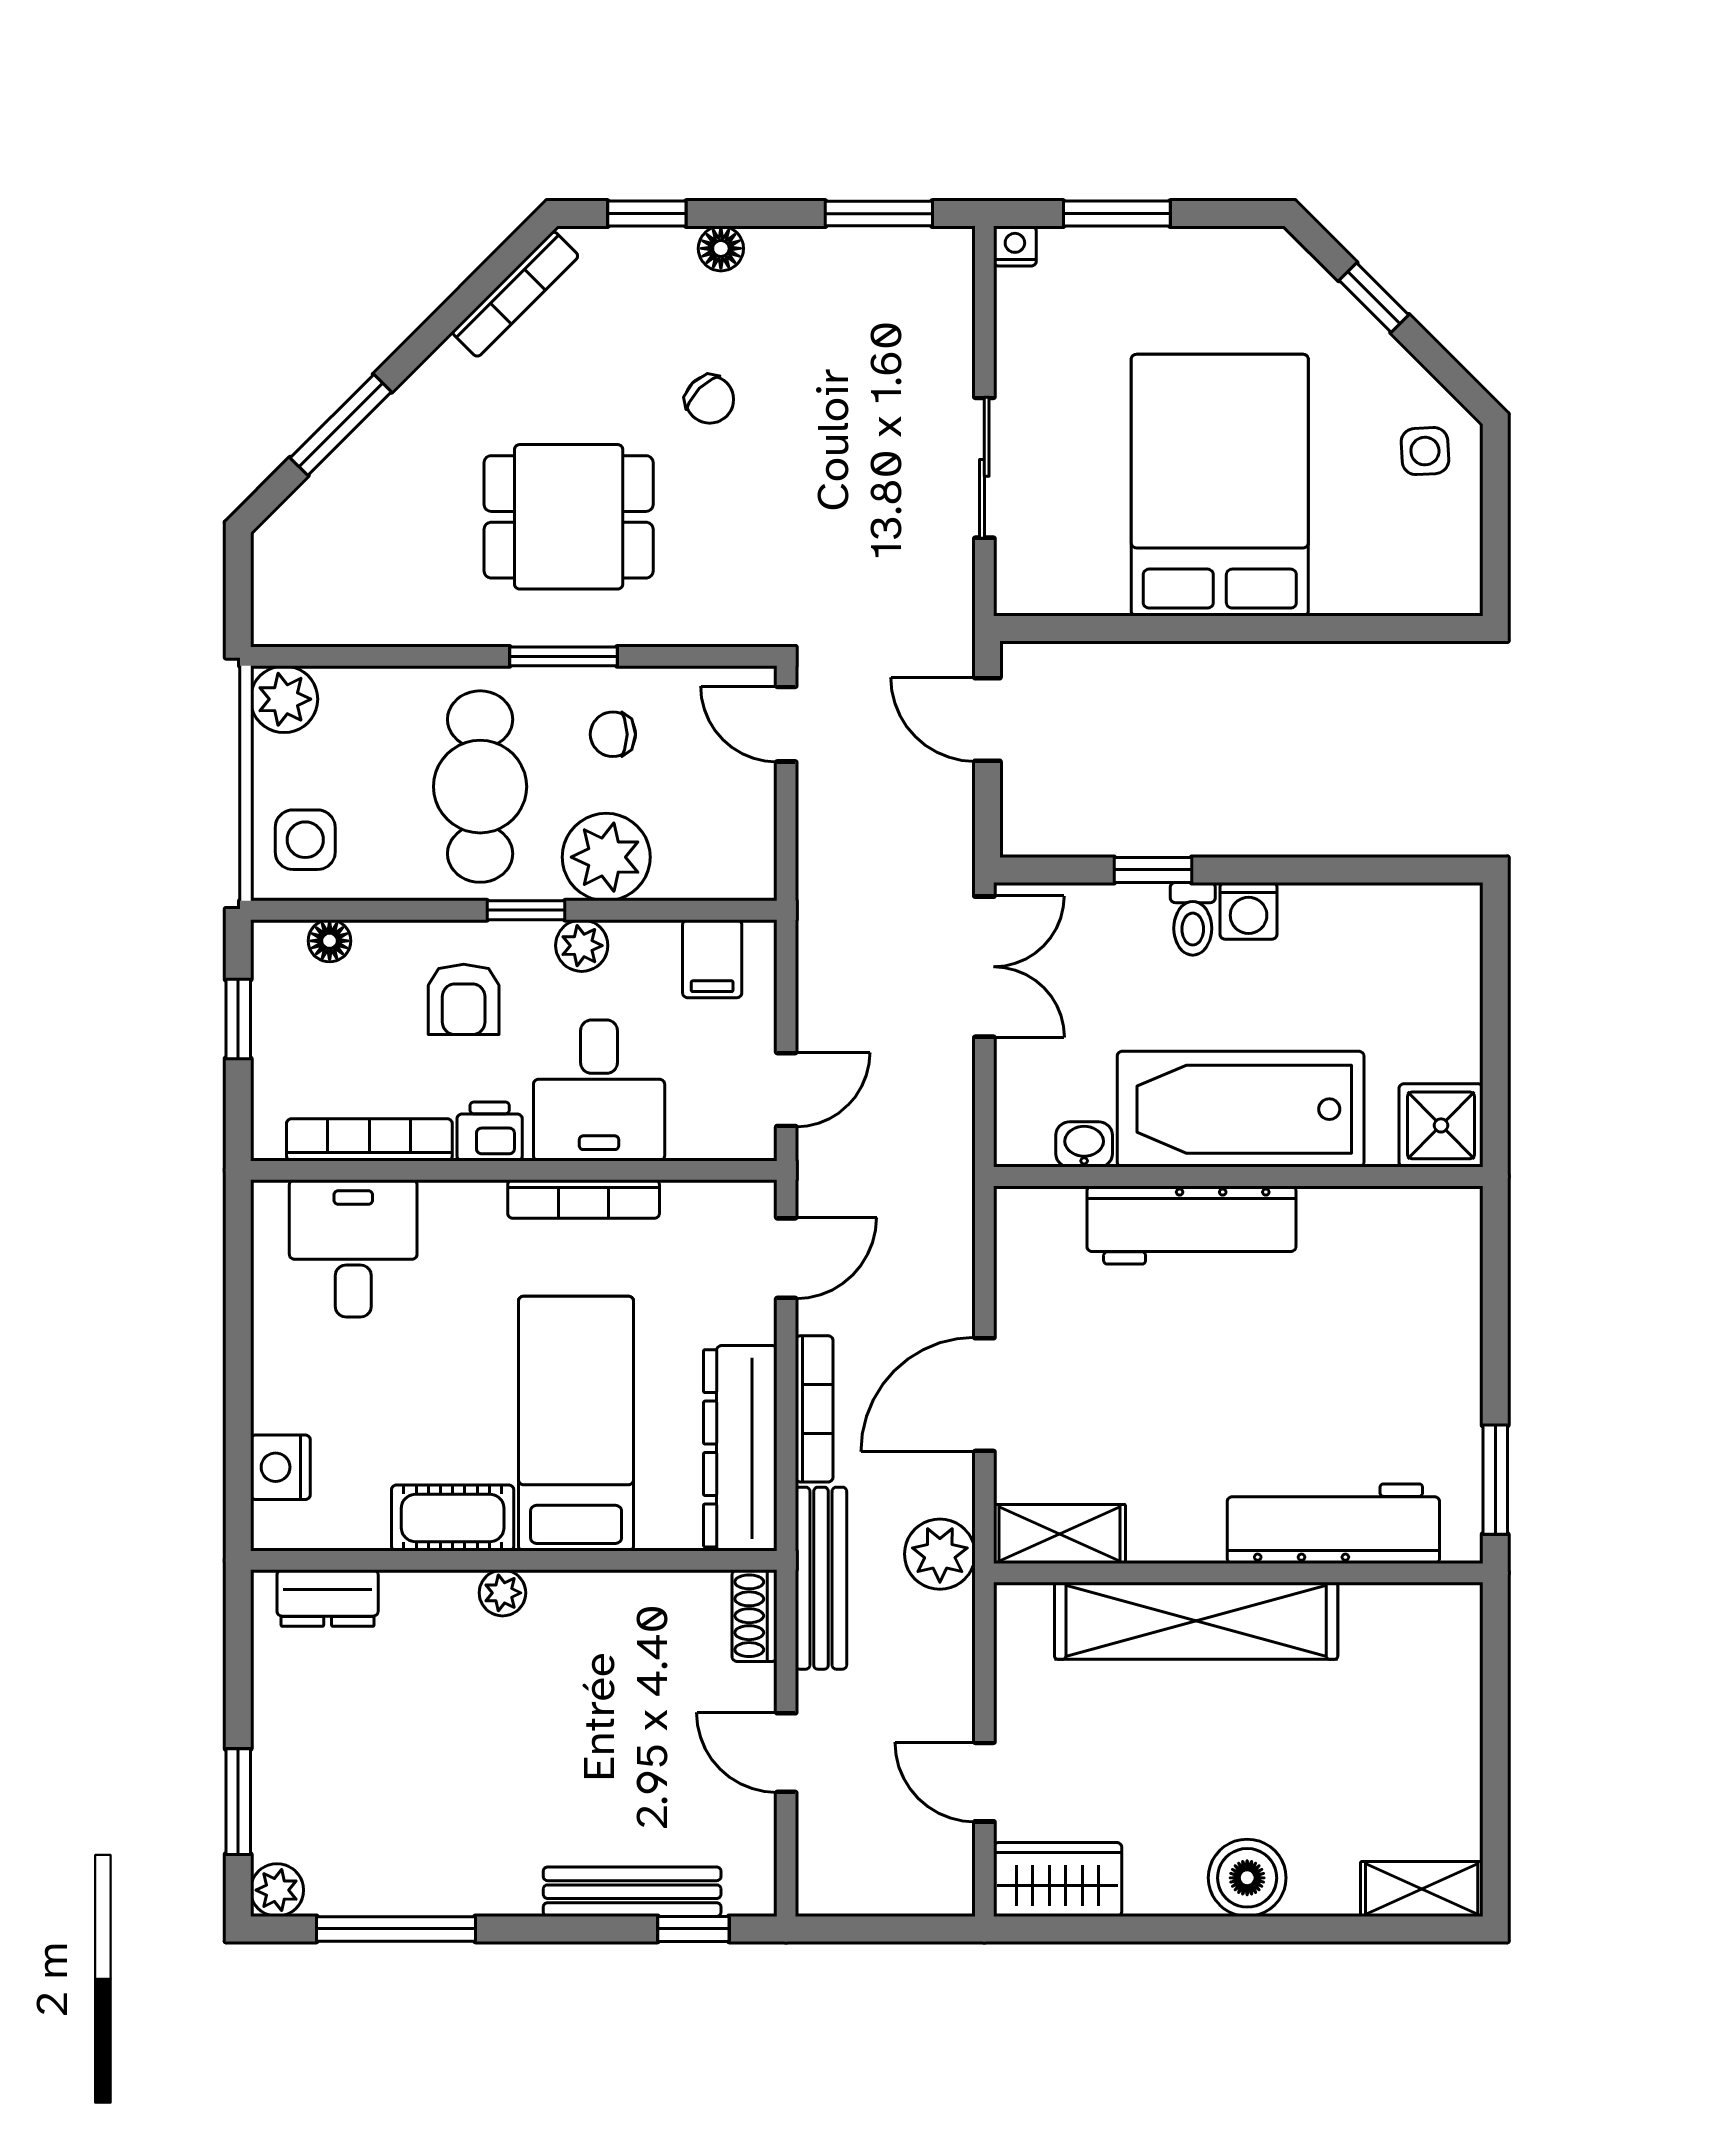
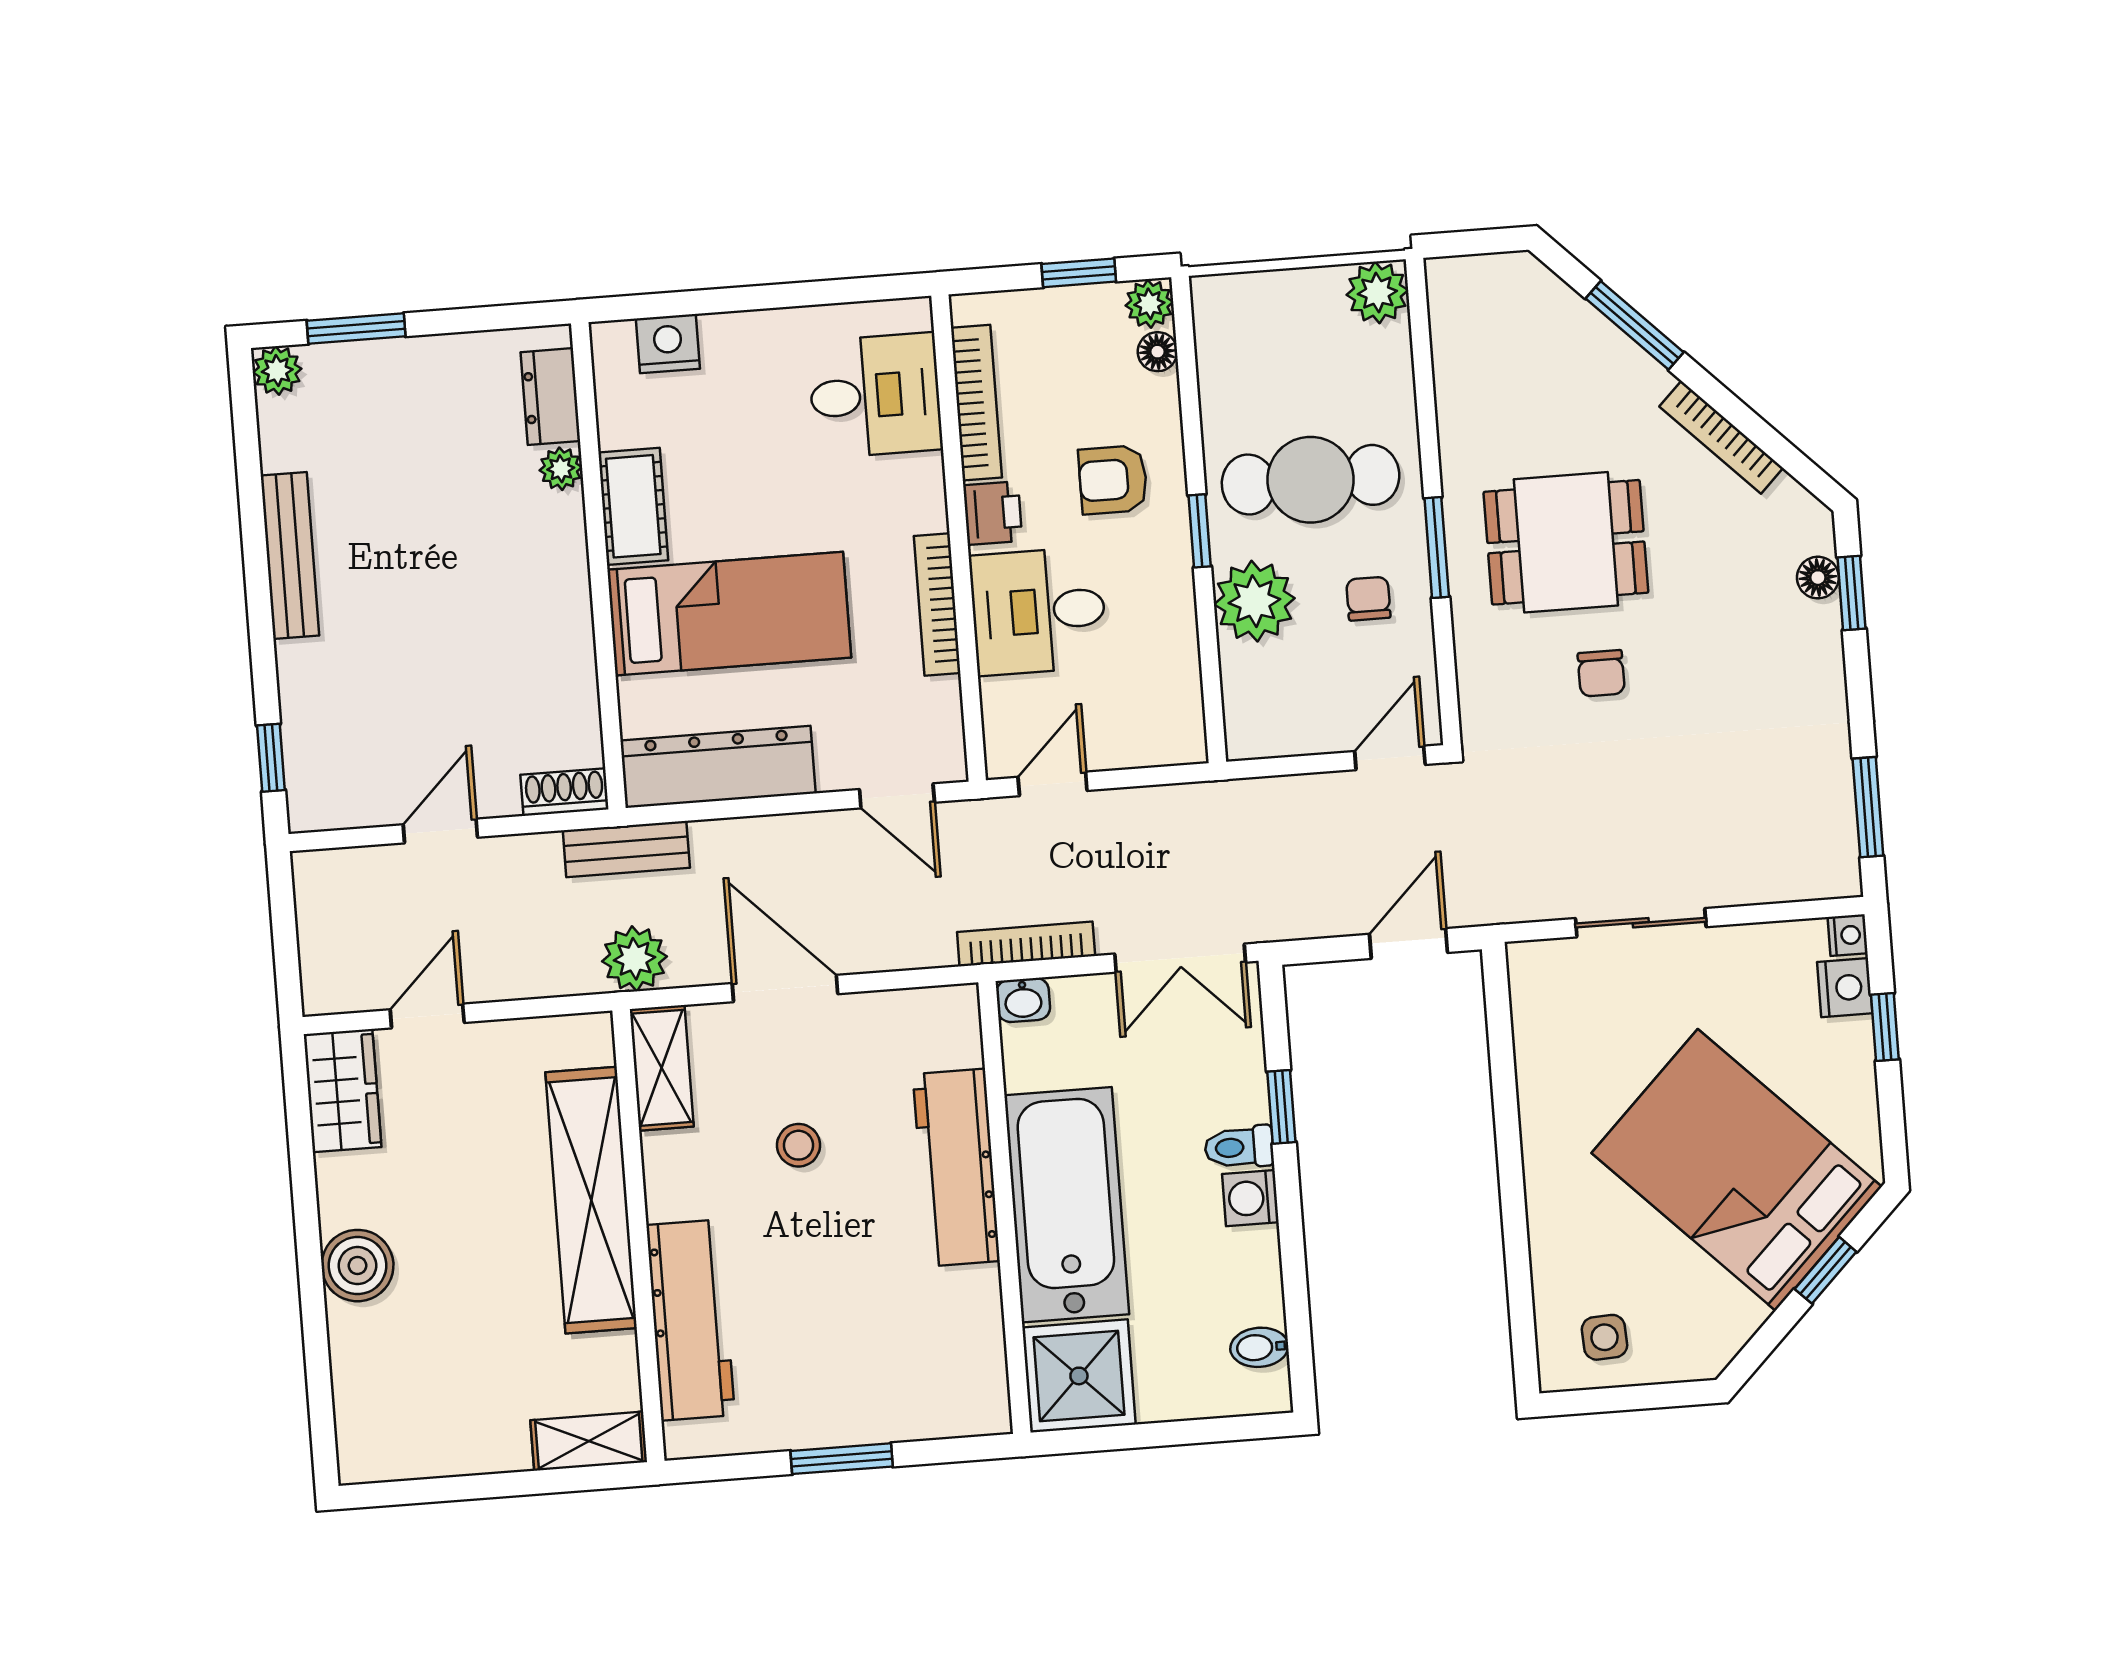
window: (1117, 214) -> (1885, 1027), width x0.67
floor lamp: (721, 248) -> (1818, 578), moved
nightstand: (1071, 254) -> (1845, 988), added
bookcase: (515, 294) -> (1721, 437), moved
chair: (710, 399) -> (1601, 673), moved, turned -45
side table: (1425, 451) -> (1604, 1337), moved
bed: (1220, 485) -> (1737, 1170), moved, turned -135
dining table: (569, 517) -> (1566, 542), turned 90
side table: (305, 840) -> (1249, 322), removed
bidet: (1410, 914) -> (1259, 1347), added
plant: (582, 946) -> (1149, 304), moved
filing cabinet: (712, 959) -> (1168, 706), removed
door: (786, 1090) -> (1053, 784), swing flipped
shower: (1441, 1125) -> (1079, 1376), width x1.36, depth x1.36
washbasin: (1084, 1144) -> (1023, 1000), moved, turned 90
stool: (1154, 1393) -> (799, 1145), added
bookcase: (814, 1409) -> (1026, 944), moved, turned 180
window: (1495, 1480) -> (842, 1459), moved
bench: (821, 1578) -> (626, 849), width x0.73
plant: (502, 1593) -> (561, 469), moved
shelving: (1422, 1889) -> (589, 1441), moved, turned 90
bench: (632, 1892) -> (290, 555), moved
window: (396, 1929) -> (250, 483), removed

